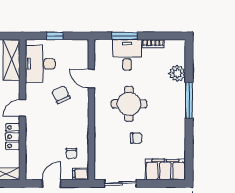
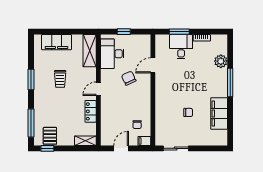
door: (91, 79) -> (153, 65), hinge flipped
round table: (129, 104) -> (183, 85), removed
filing cabinet: (165, 170) -> (219, 113), moved, turned -90

